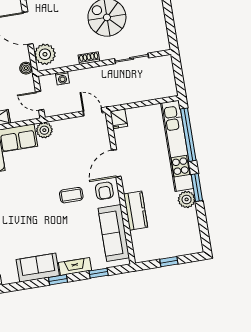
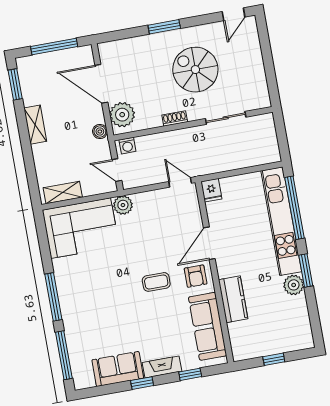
washing machine: (62, 78) -> (127, 146), moved

